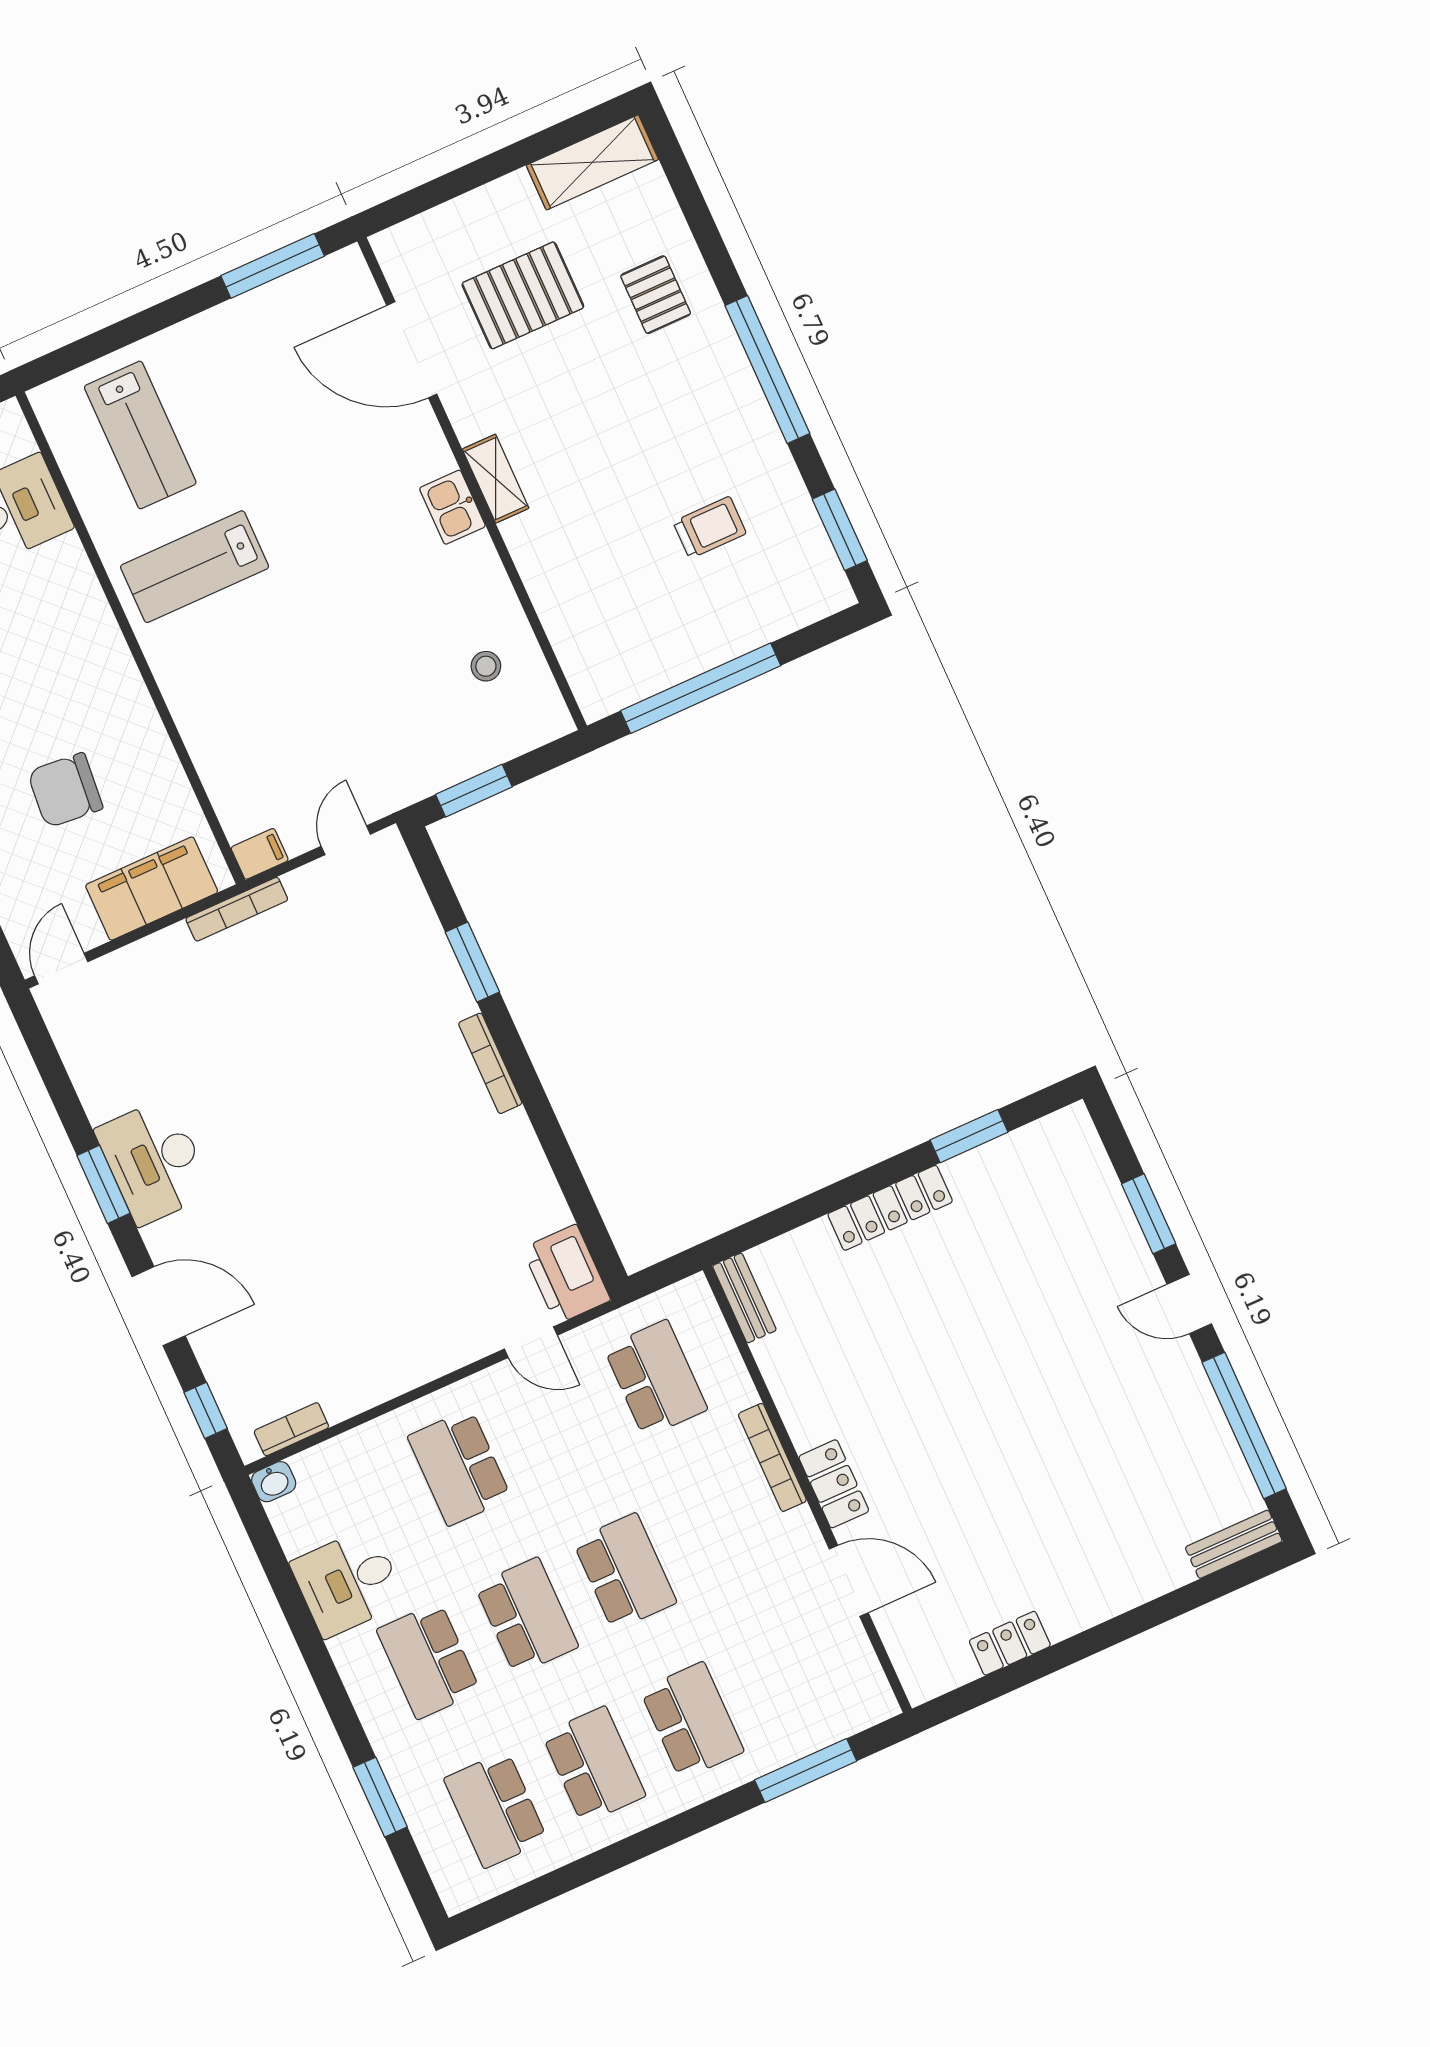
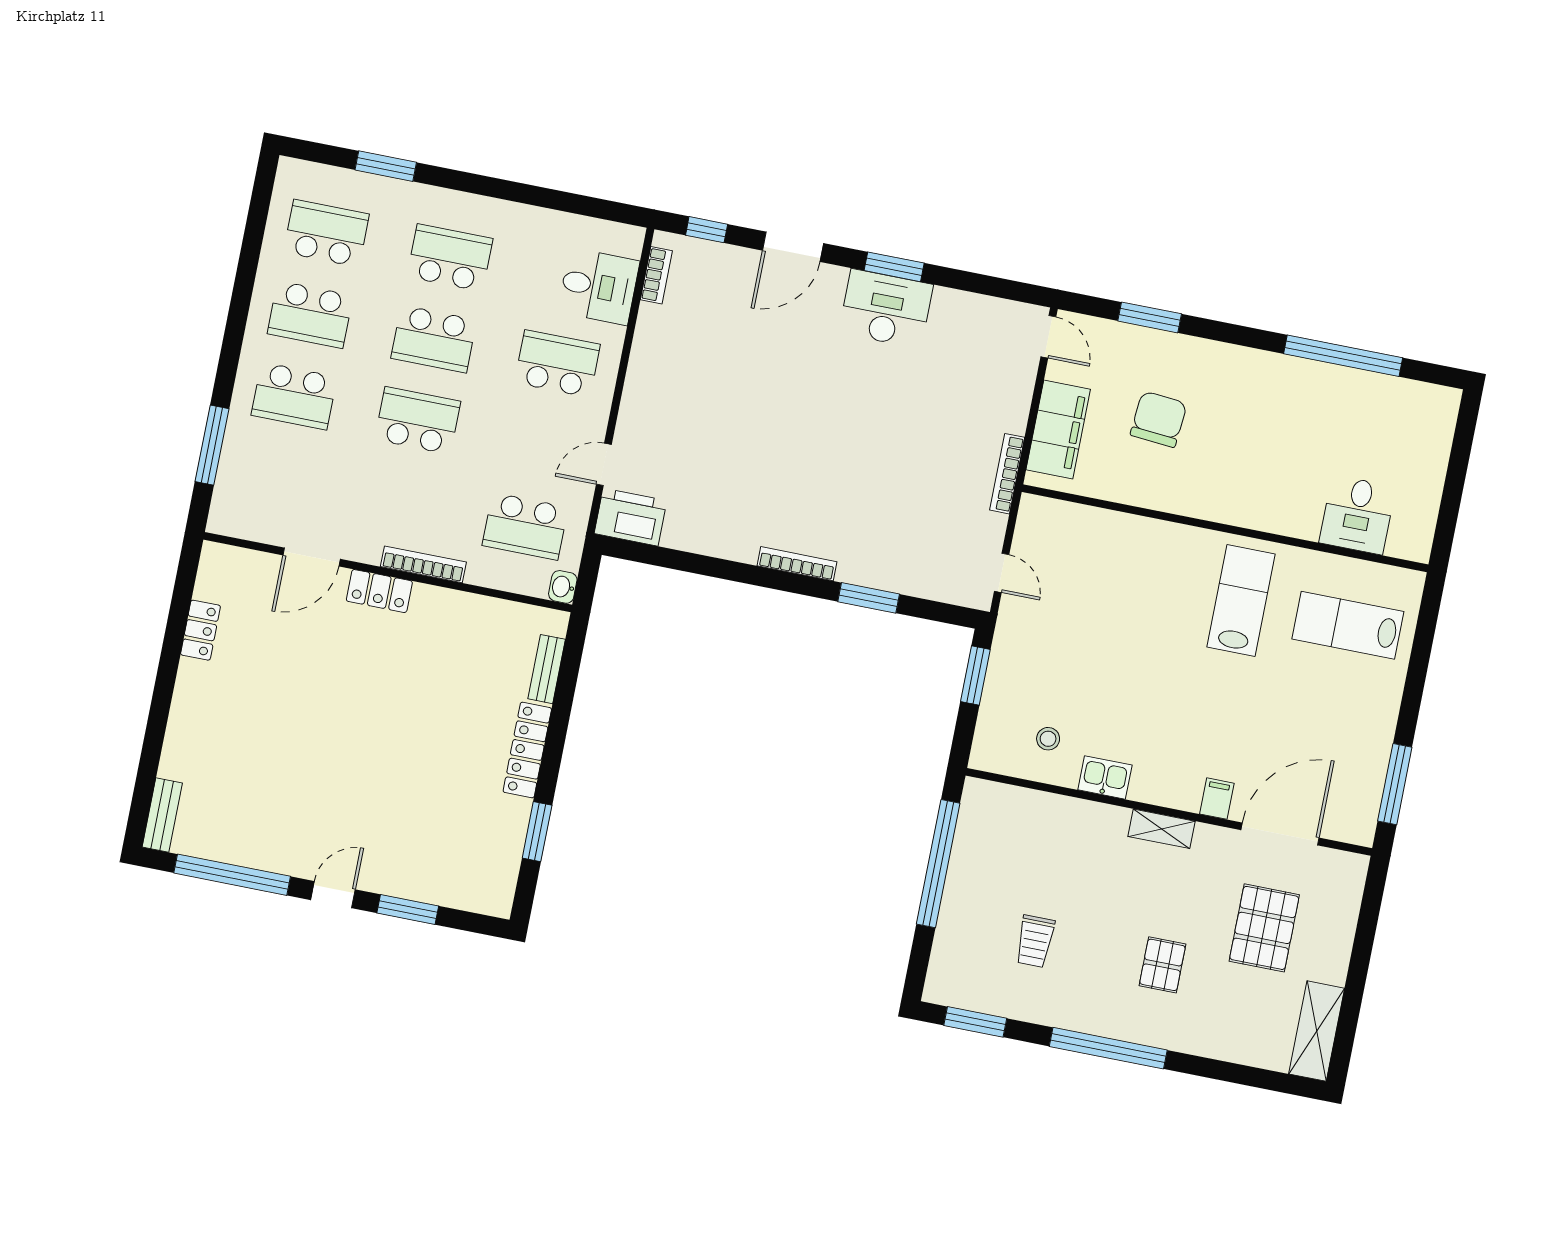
pallet: (656, 295) -> (1162, 965), moved, turned 90
kitchen sink: (452, 507) -> (1105, 777), moved
filing cabinet: (260, 854) -> (1217, 799), moved, turned 180
bench: (744, 1298) -> (547, 669), moved, turned 90
washbasin: (274, 1482) -> (563, 587), moved
school desk: (625, 1572) -> (418, 421), turned 180
desk: (348, 1582) -> (599, 286), moved, turned 90

